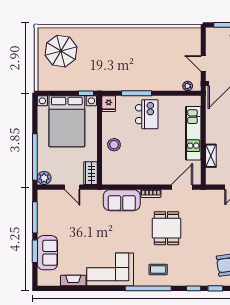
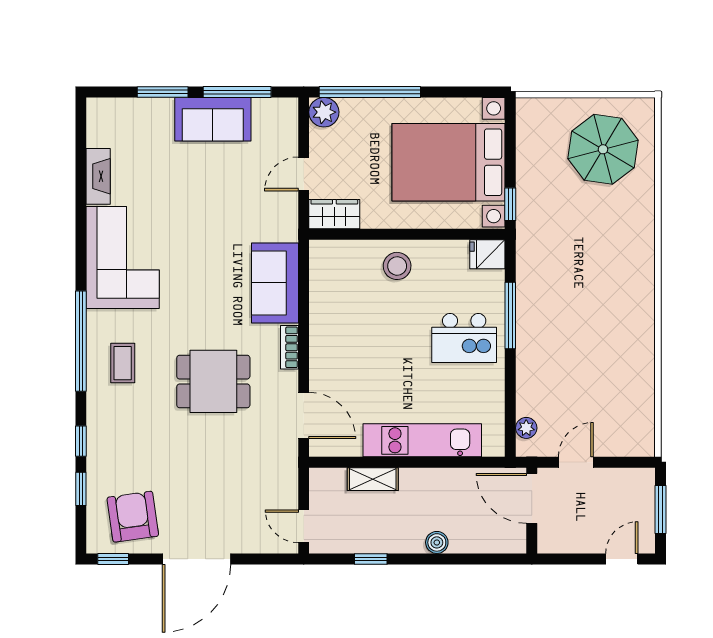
sofa: (47, 253) -> (213, 119), moved

